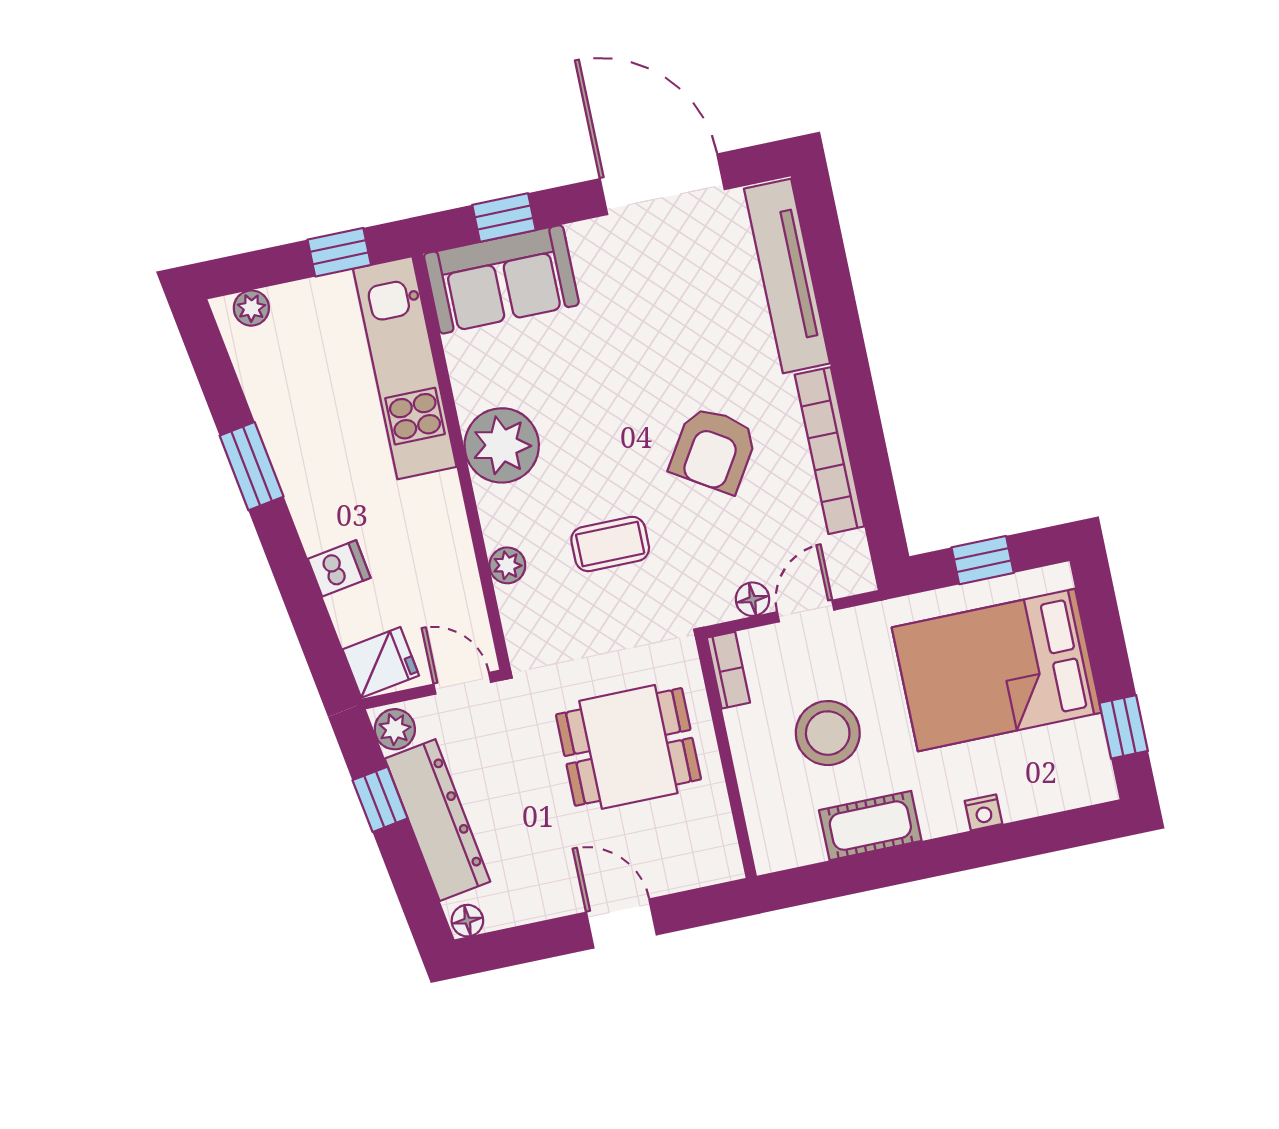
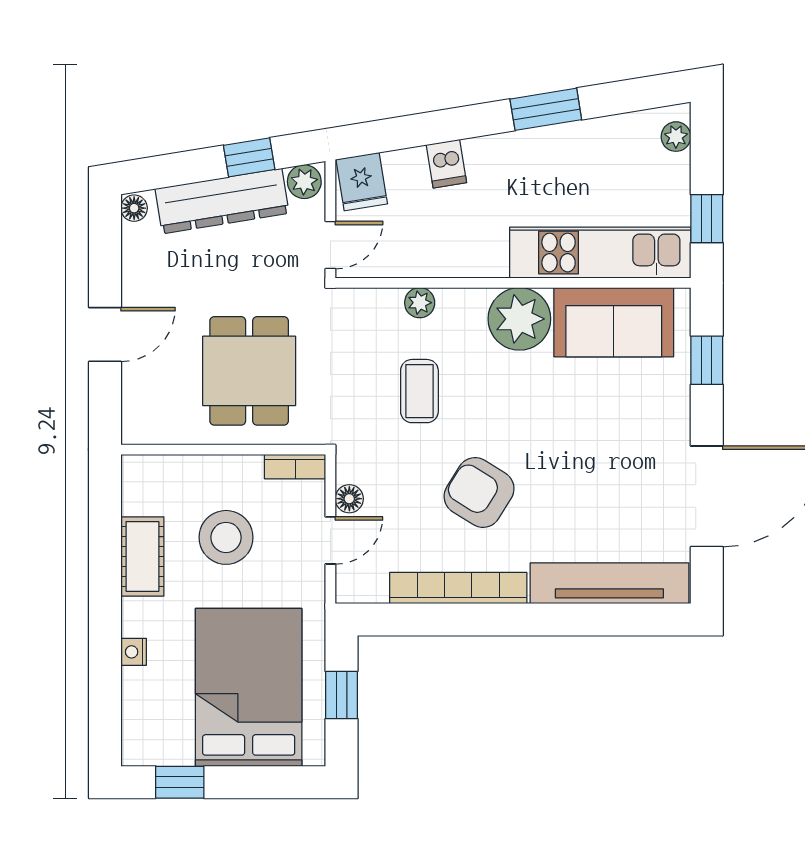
sofa: (501, 279) -> (614, 322), moved, turned -90
door: (806, 611) -> (330, 540), hinge flipped

